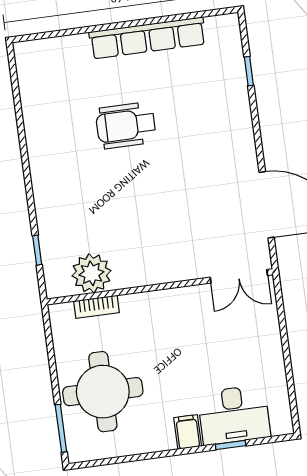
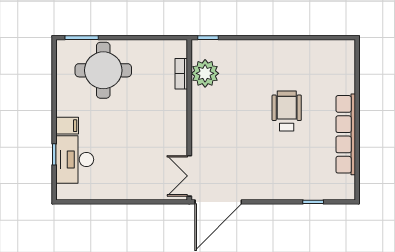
plant: (91, 273) -> (205, 73), moved
double door: (239, 276) -> (189, 176), moved
wall: (160, 287) -> (189, 120), moved
bookcase: (96, 307) -> (181, 74), moved

